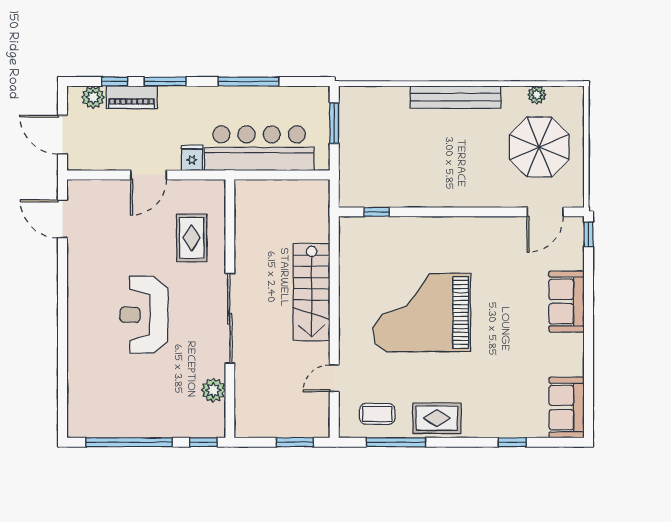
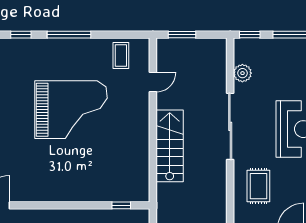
grand piano: (422, 313) -> (71, 110), moved
coffee table: (377, 414) -> (121, 56), turned 90
rug: (437, 418) -> (77, 52), removed
window: (396, 442) -> (69, 35), moved

